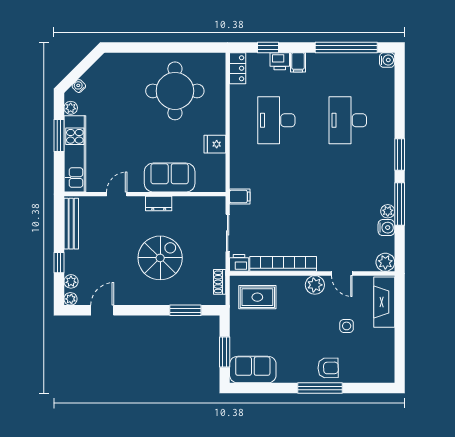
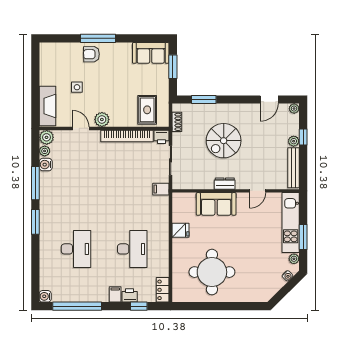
plant: (388, 211) -> (45, 151), moved
plant: (71, 281) -> (294, 141), moved
rug: (257, 297) -> (147, 110), turned 90

